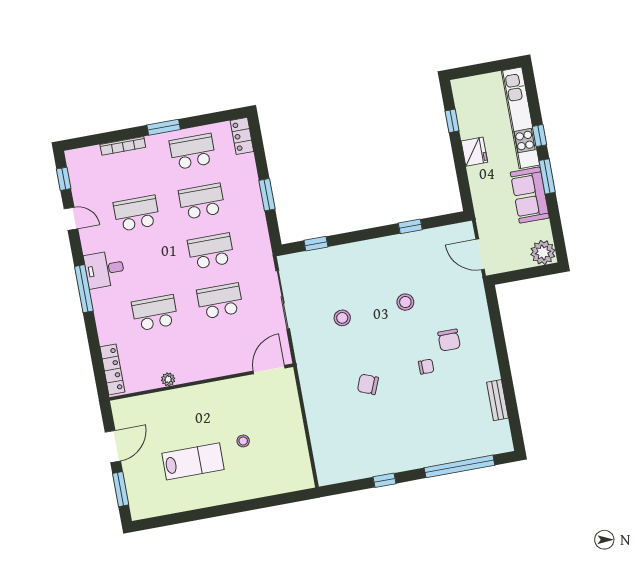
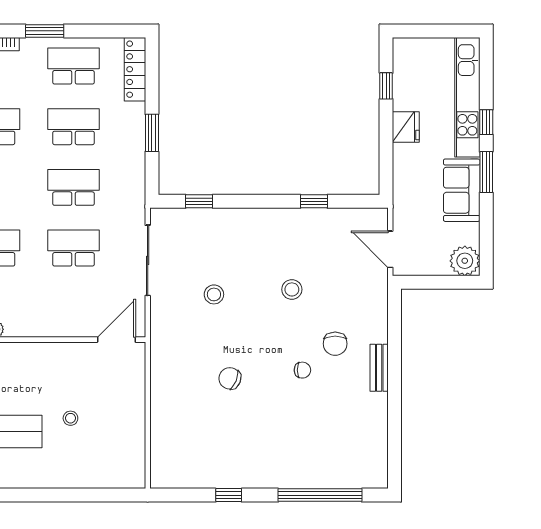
locker: (242, 136) -> (135, 69), width x1.53
bench: (497, 400) -> (379, 368), moved

